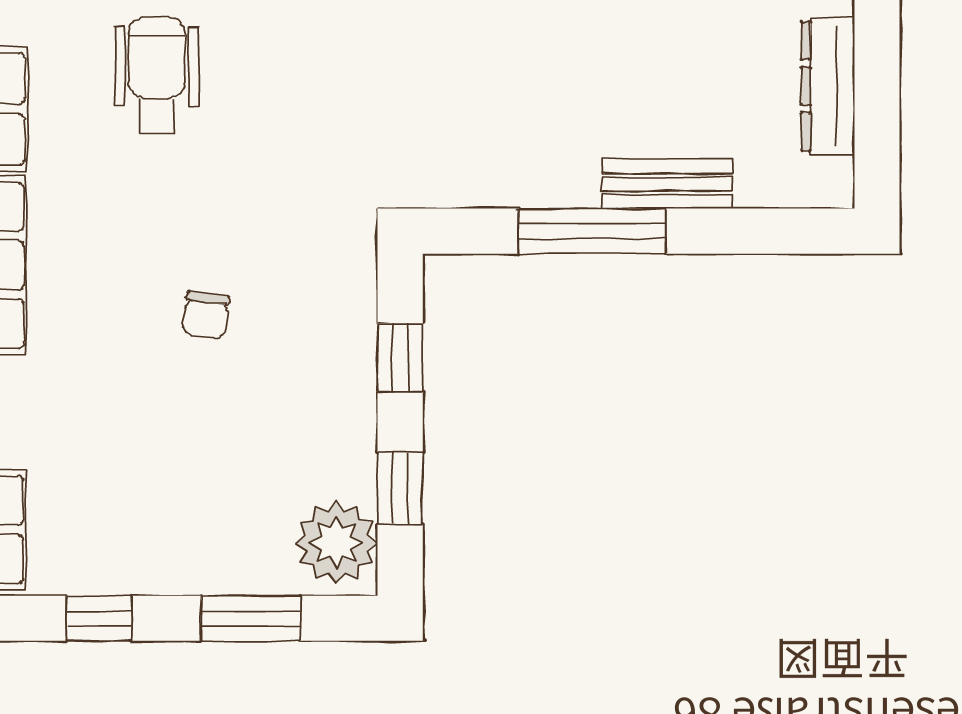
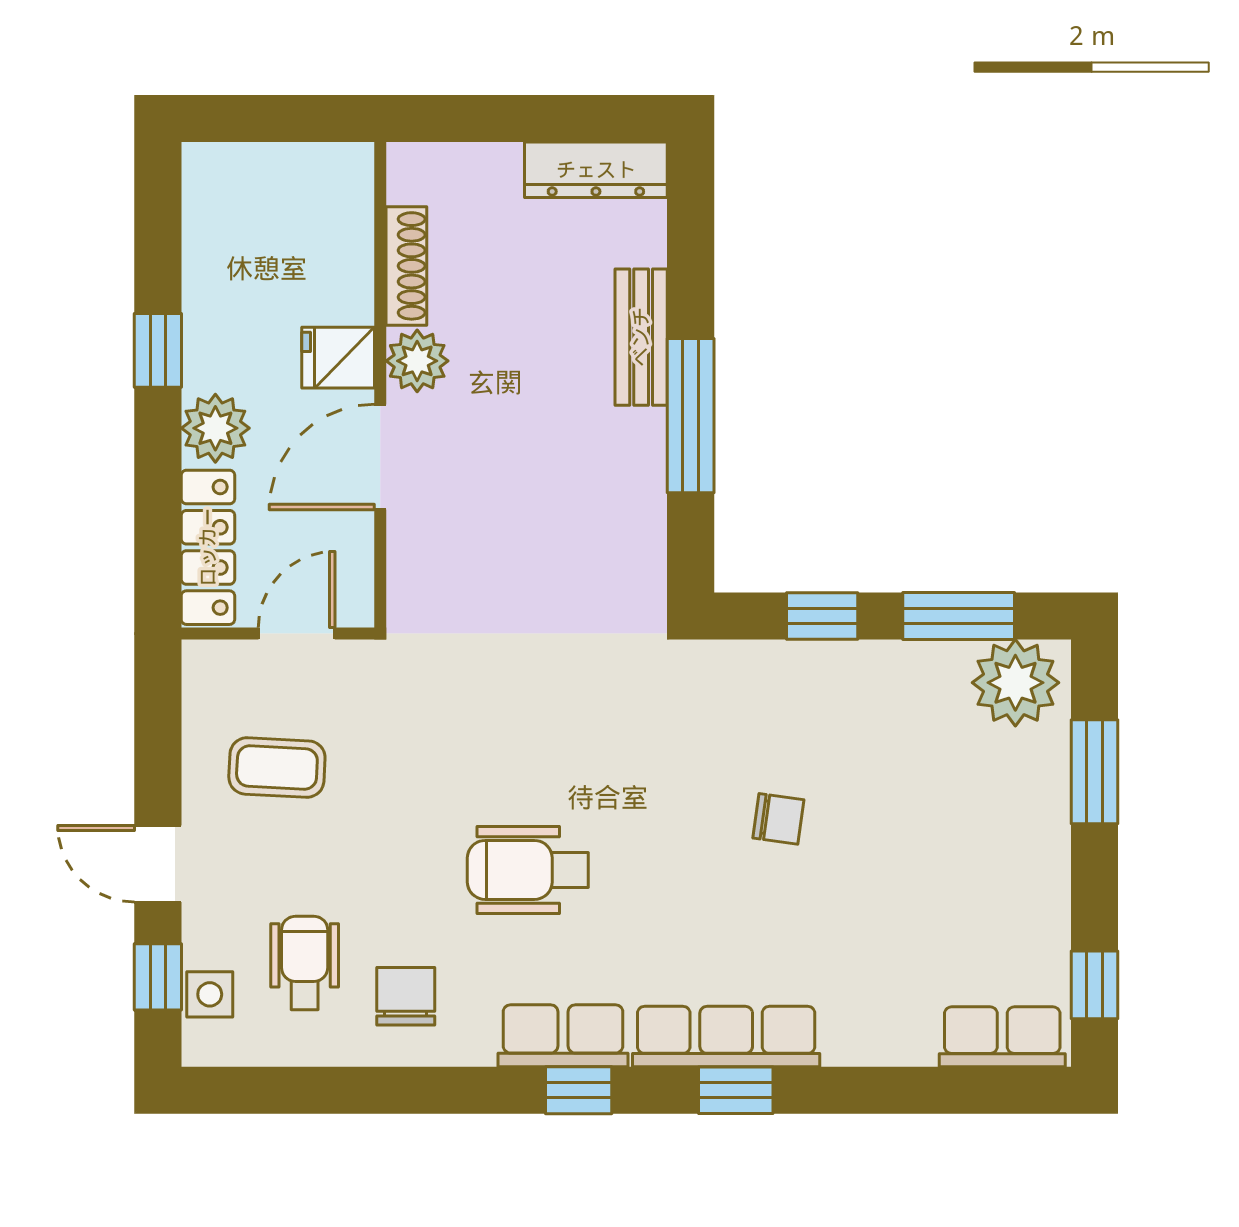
dresser: (828, 86) -> (596, 170), moved
window: (400, 488) -> (959, 616), width x1.50
window: (99, 618) -> (1095, 985), moved

